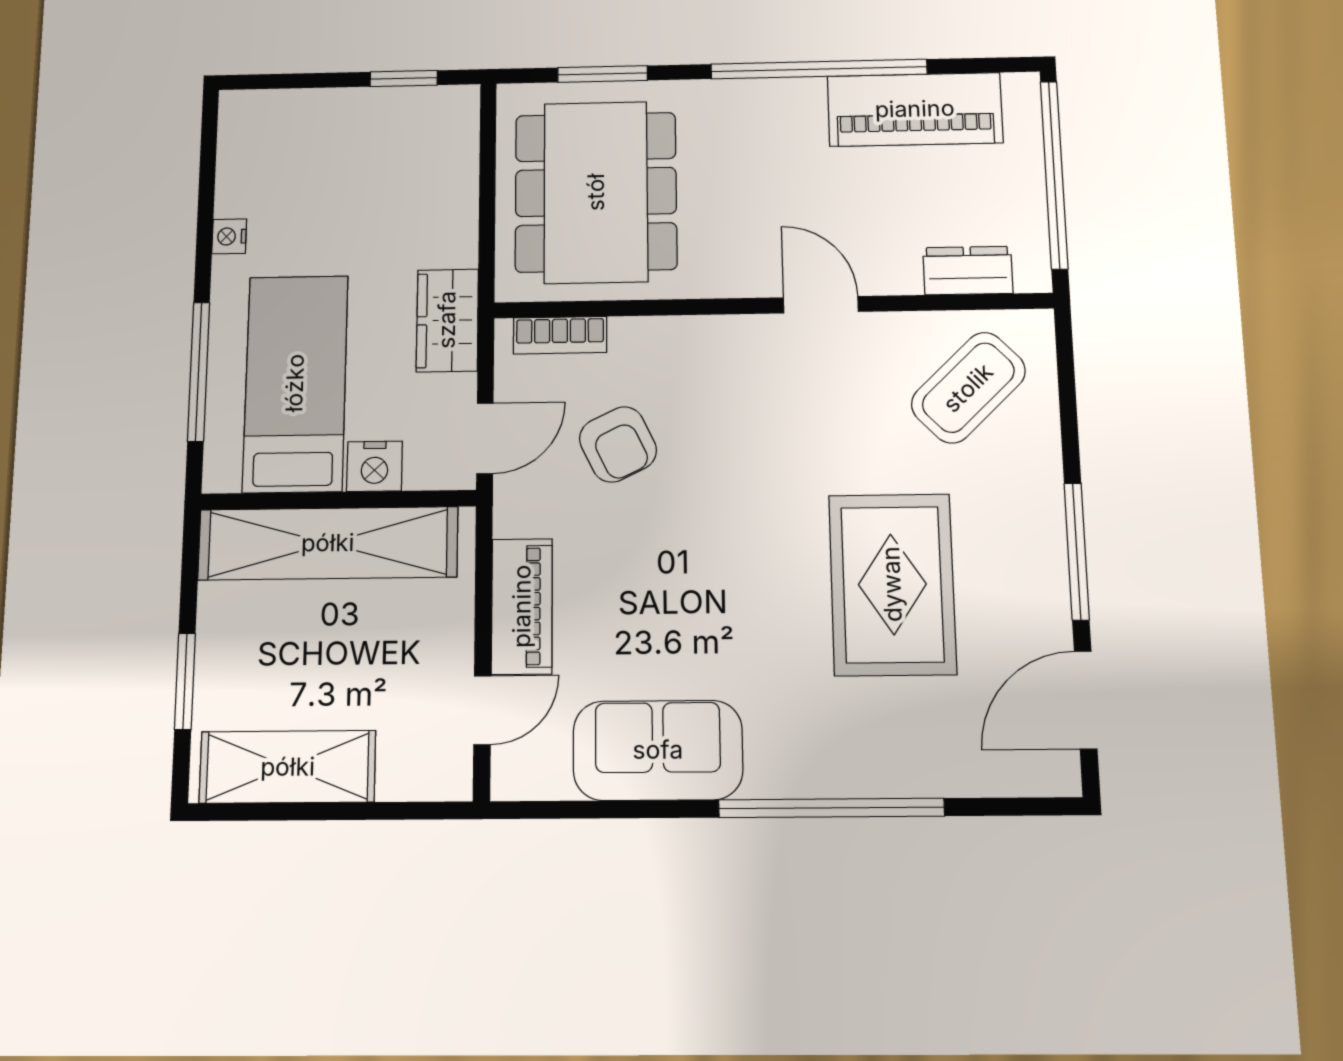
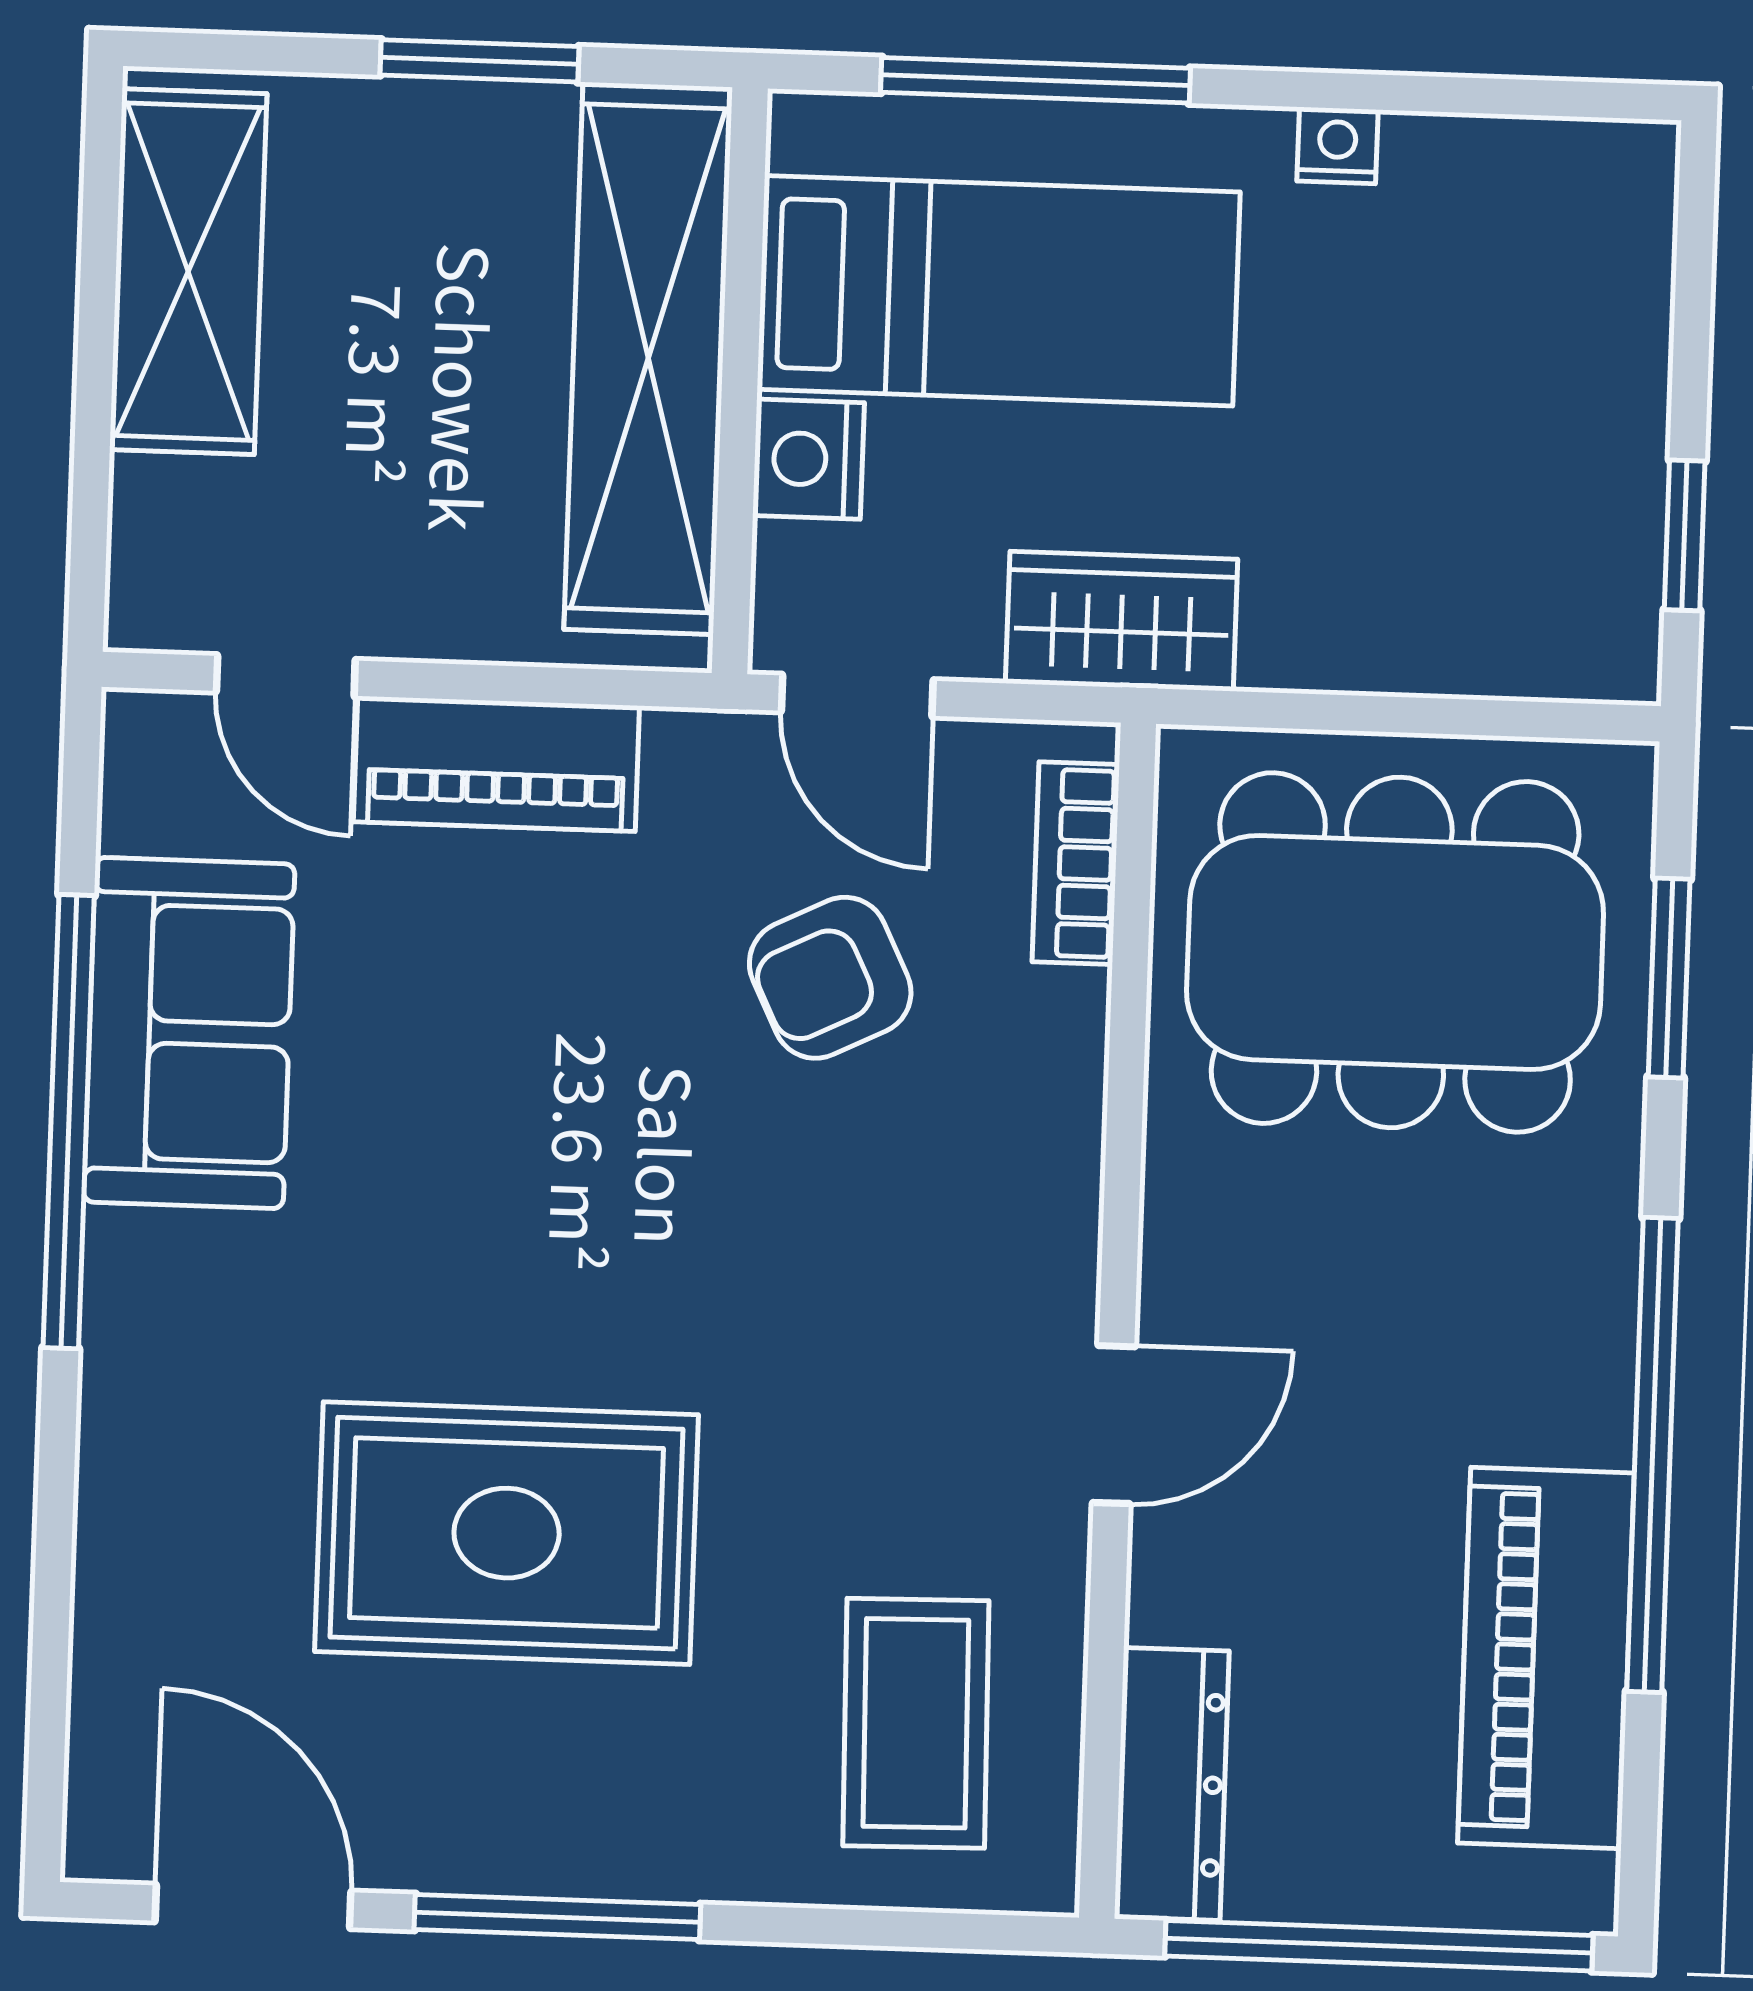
dresser: (968, 271) -> (1172, 1784), width x1.44
coffee table: (968, 388) -> (916, 1723), turned 43
window: (185, 681) -> (479, 61), moved
window: (831, 808) -> (69, 1122), moved

